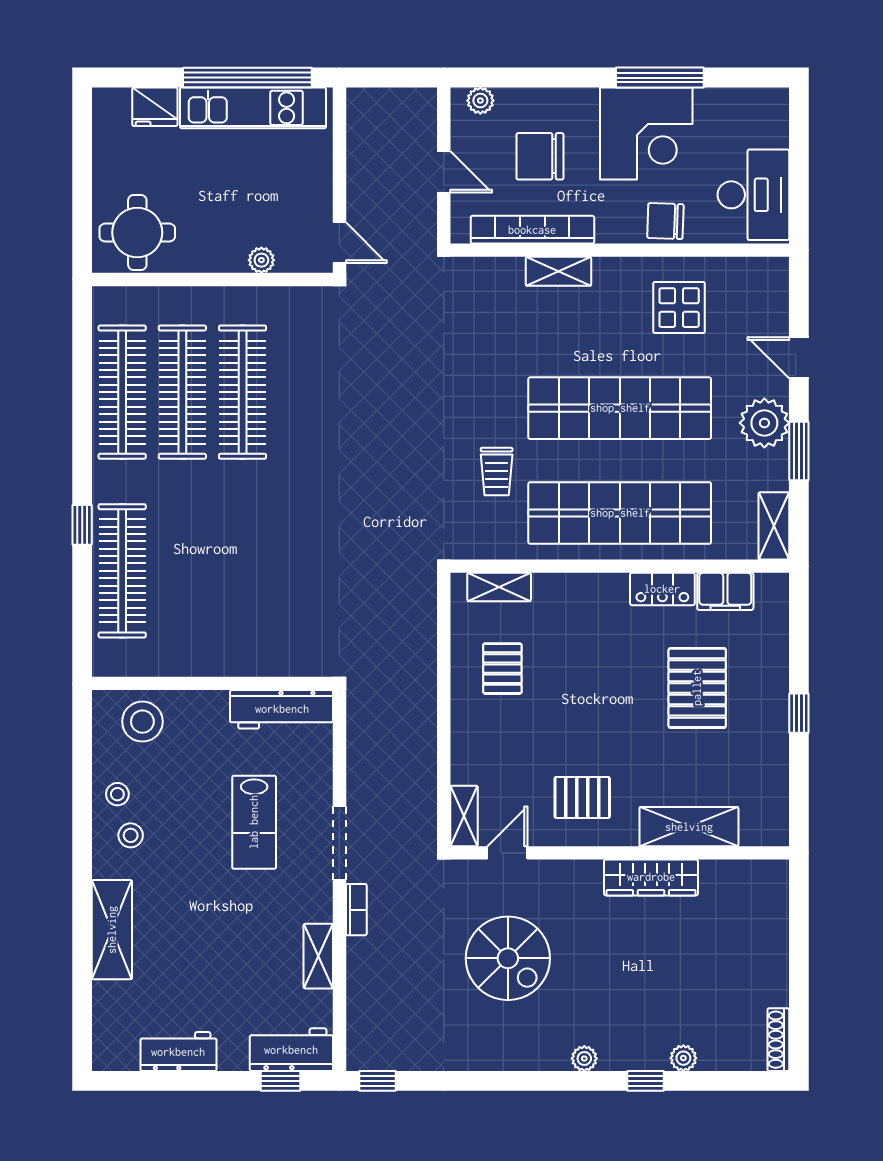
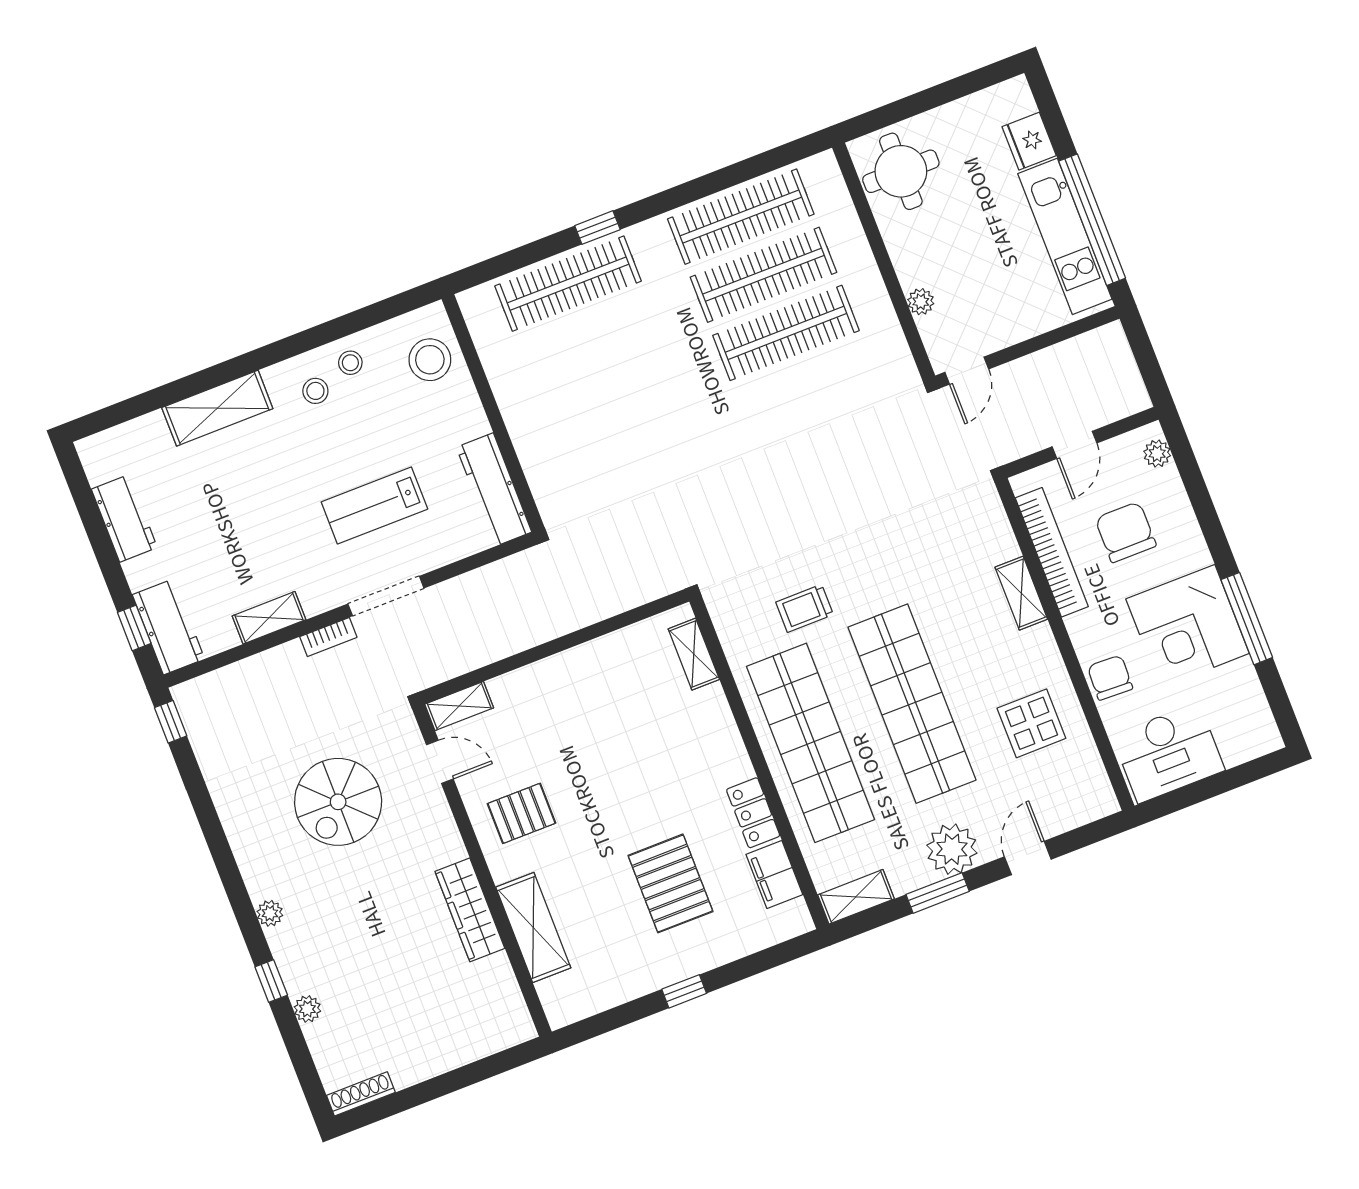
pallet: (502, 669) -> (616, 688), removed
pallet: (697, 688) -> (670, 883), turned 90
pallet: (582, 797) -> (521, 813), turned 90

